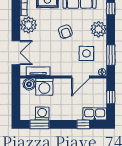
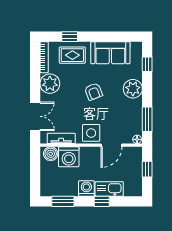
side table: (86, 53) -> (91, 133), moved
washing machine: (42, 114) -> (86, 188), moved
kitchen sink: (95, 114) -> (109, 189), moved
window: (83, 124) -> (102, 201), moved

